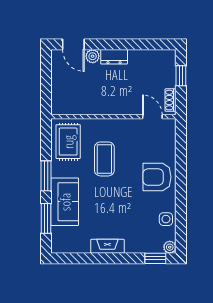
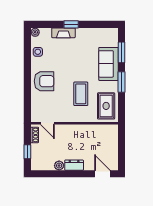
plant: (93, 56) -> (59, 166), moved
fireplace: (107, 246) -> (63, 33), moved
window: (155, 258) -> (71, 24), moved

